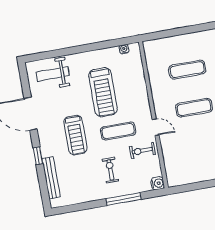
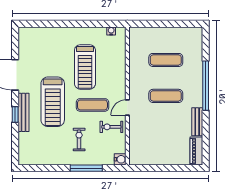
weight bench: (53, 74) -> (42, 42), removed
door: (156, 127) -> (127, 108), swing flipped
treadmill: (75, 135) -> (53, 102), width x1.37, depth x1.38
bench: (51, 178) -> (23, 112), moved

